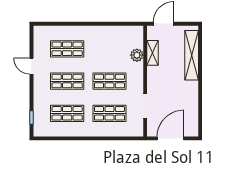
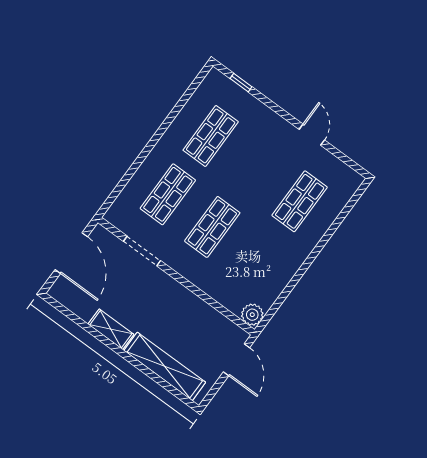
shelving: (152, 53) -> (111, 329), moved
plant: (137, 55) -> (252, 315), moved
door: (31, 66) -> (312, 135), hinge flipped
shop shelf: (67, 81) -> (255, 169), removed

